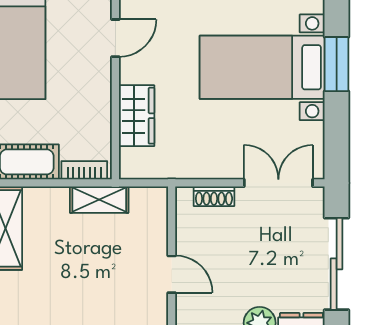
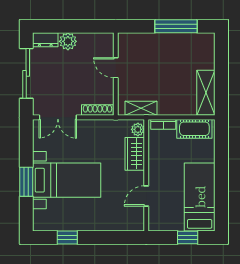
plant: (131, 161) -> (138, 129), added
shoe rack: (214, 196) -> (97, 110), width x1.43
shelving: (99, 200) -> (141, 108), moved

